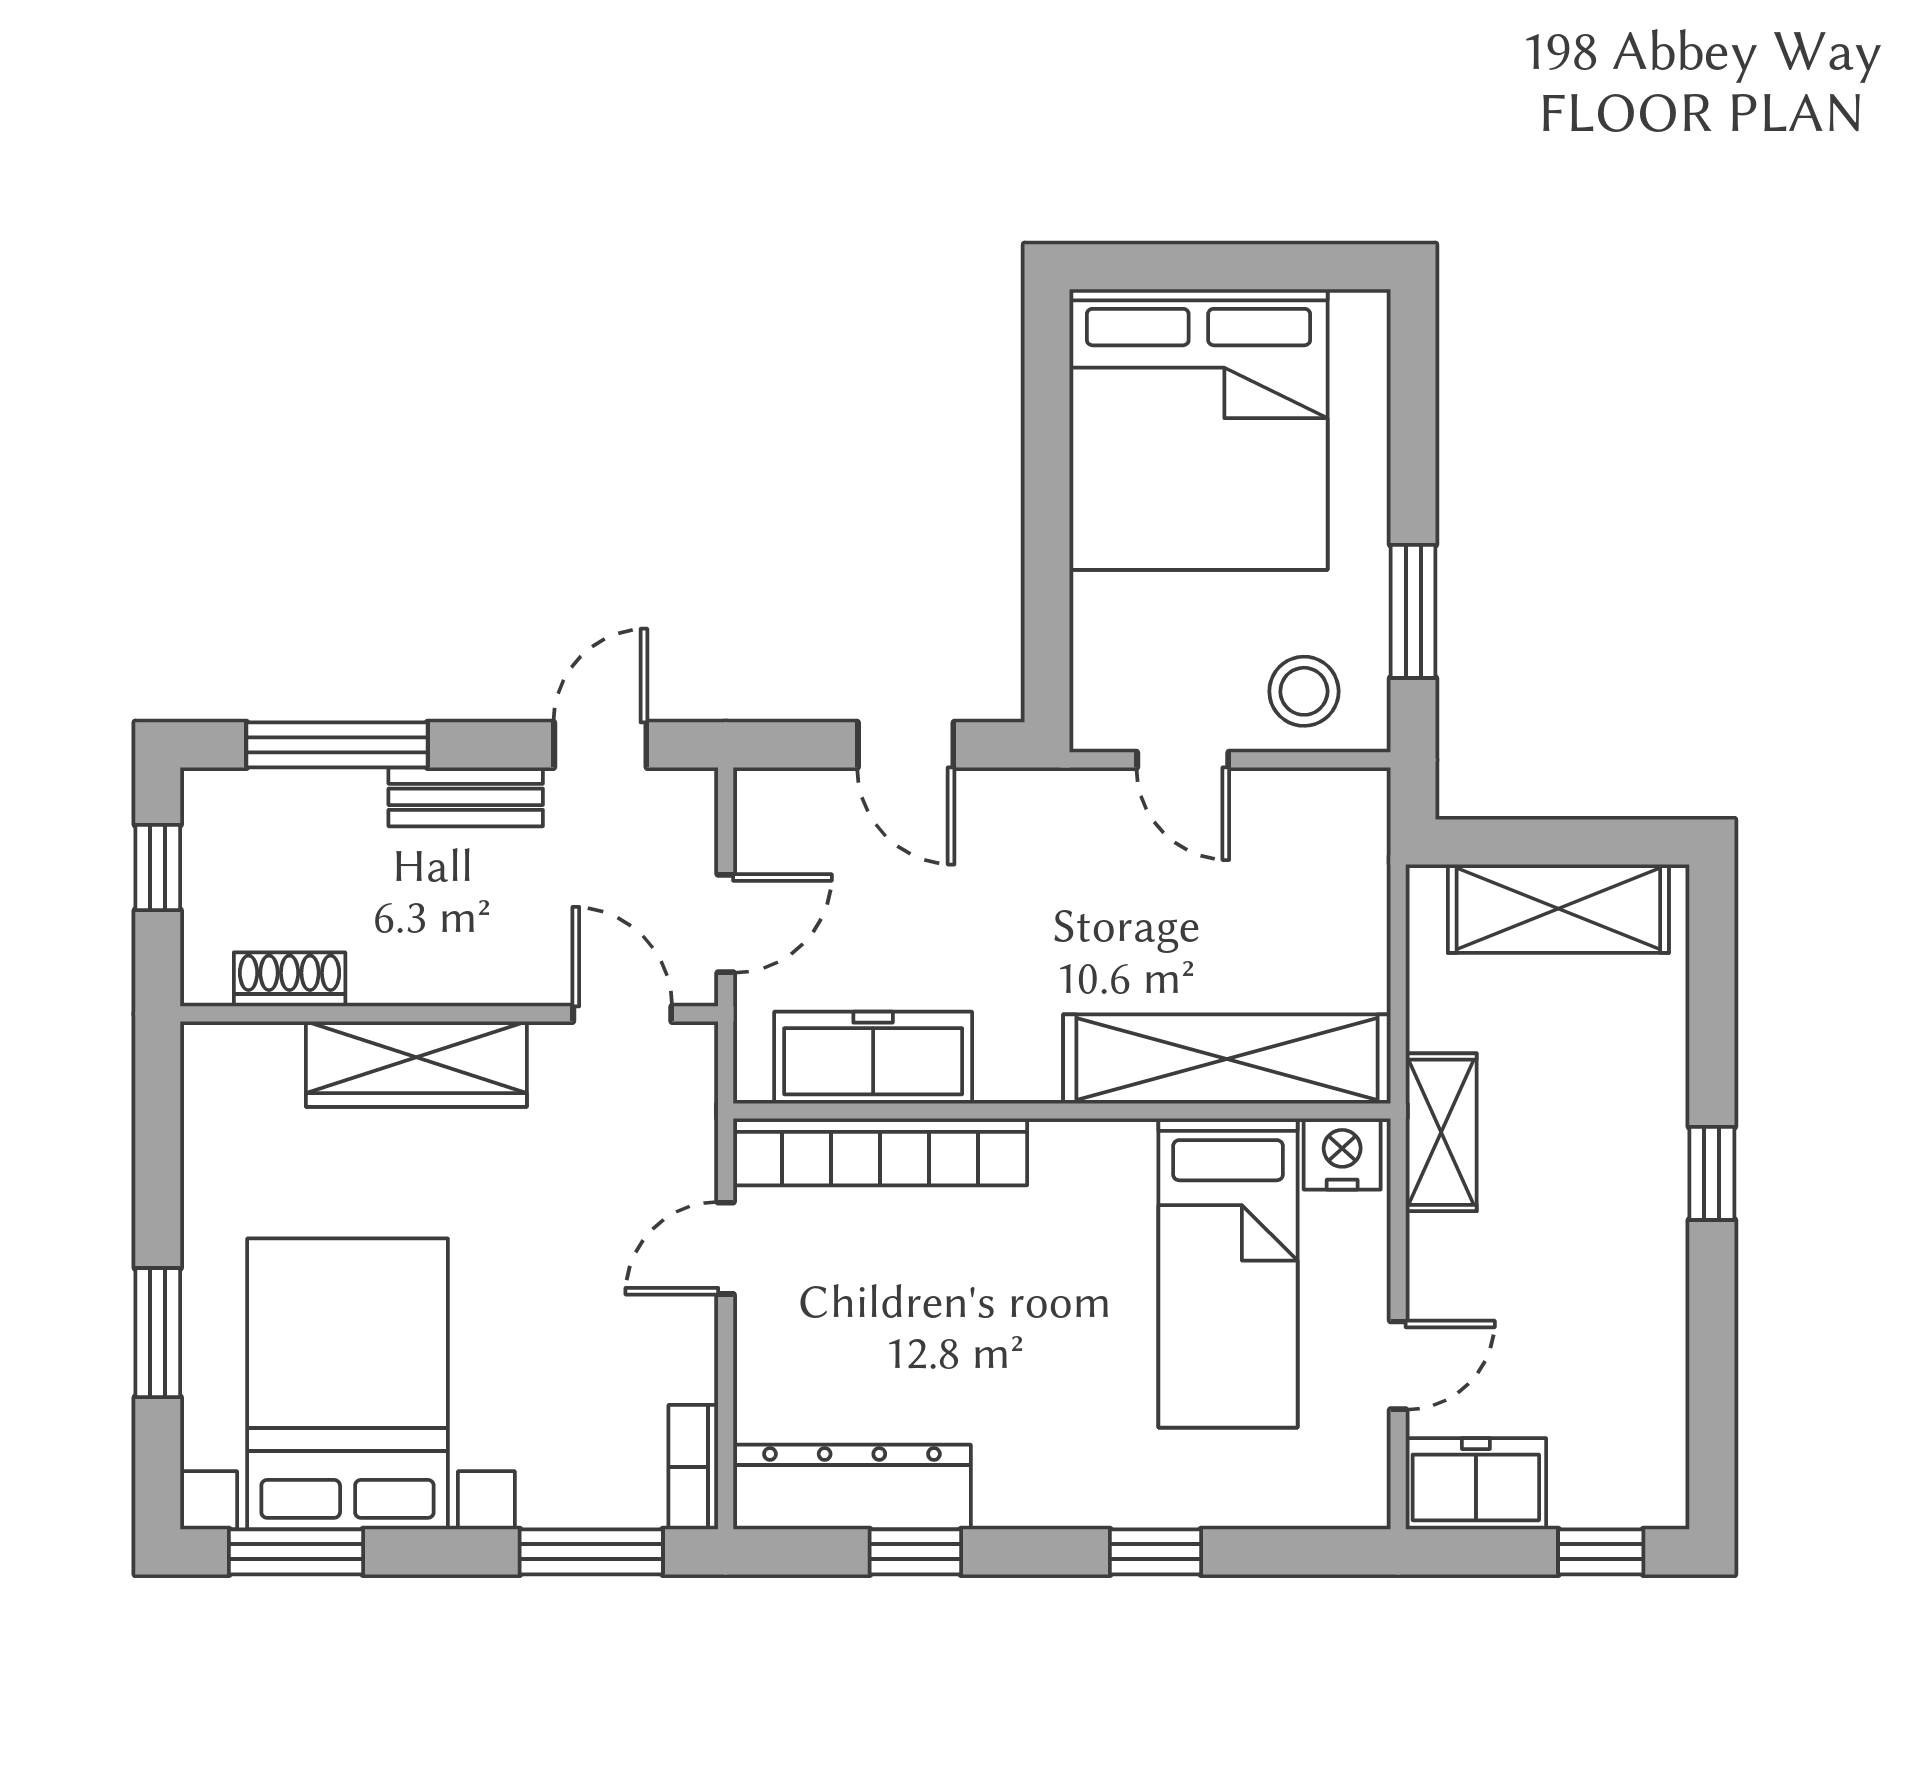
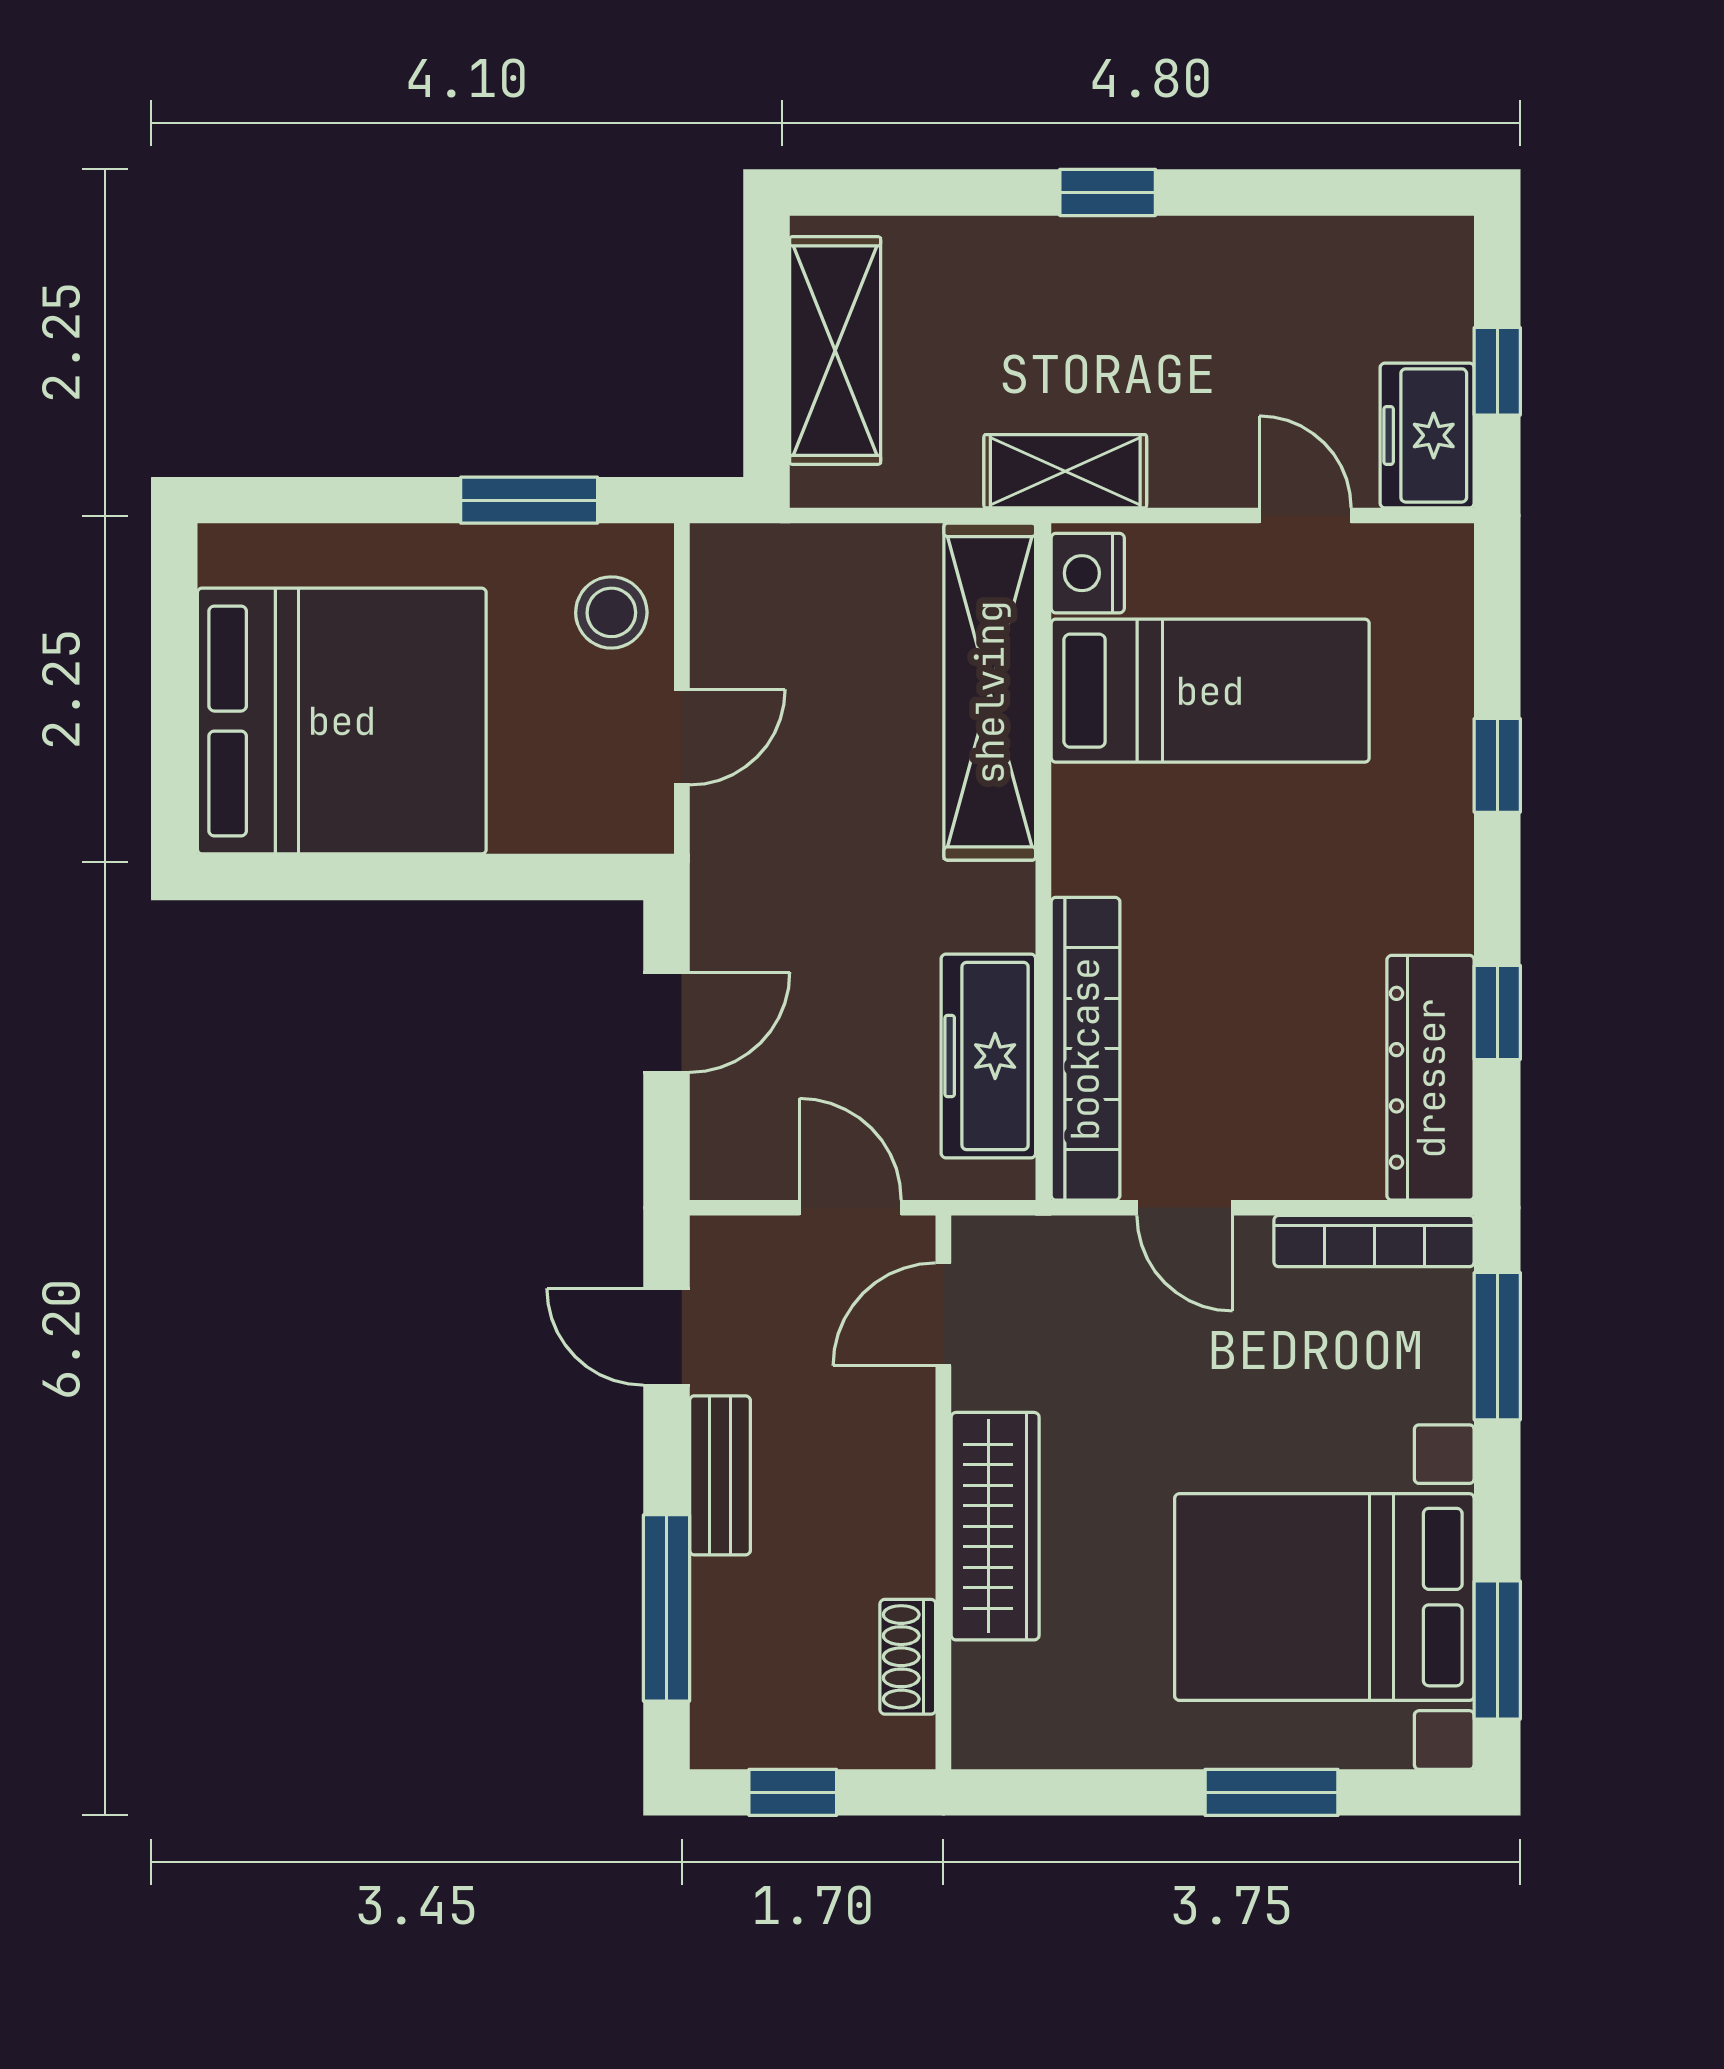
bookcase: (693, 1467) -> (1374, 1241), width x1.56
window: (1601, 1552) -> (1497, 371), moved

